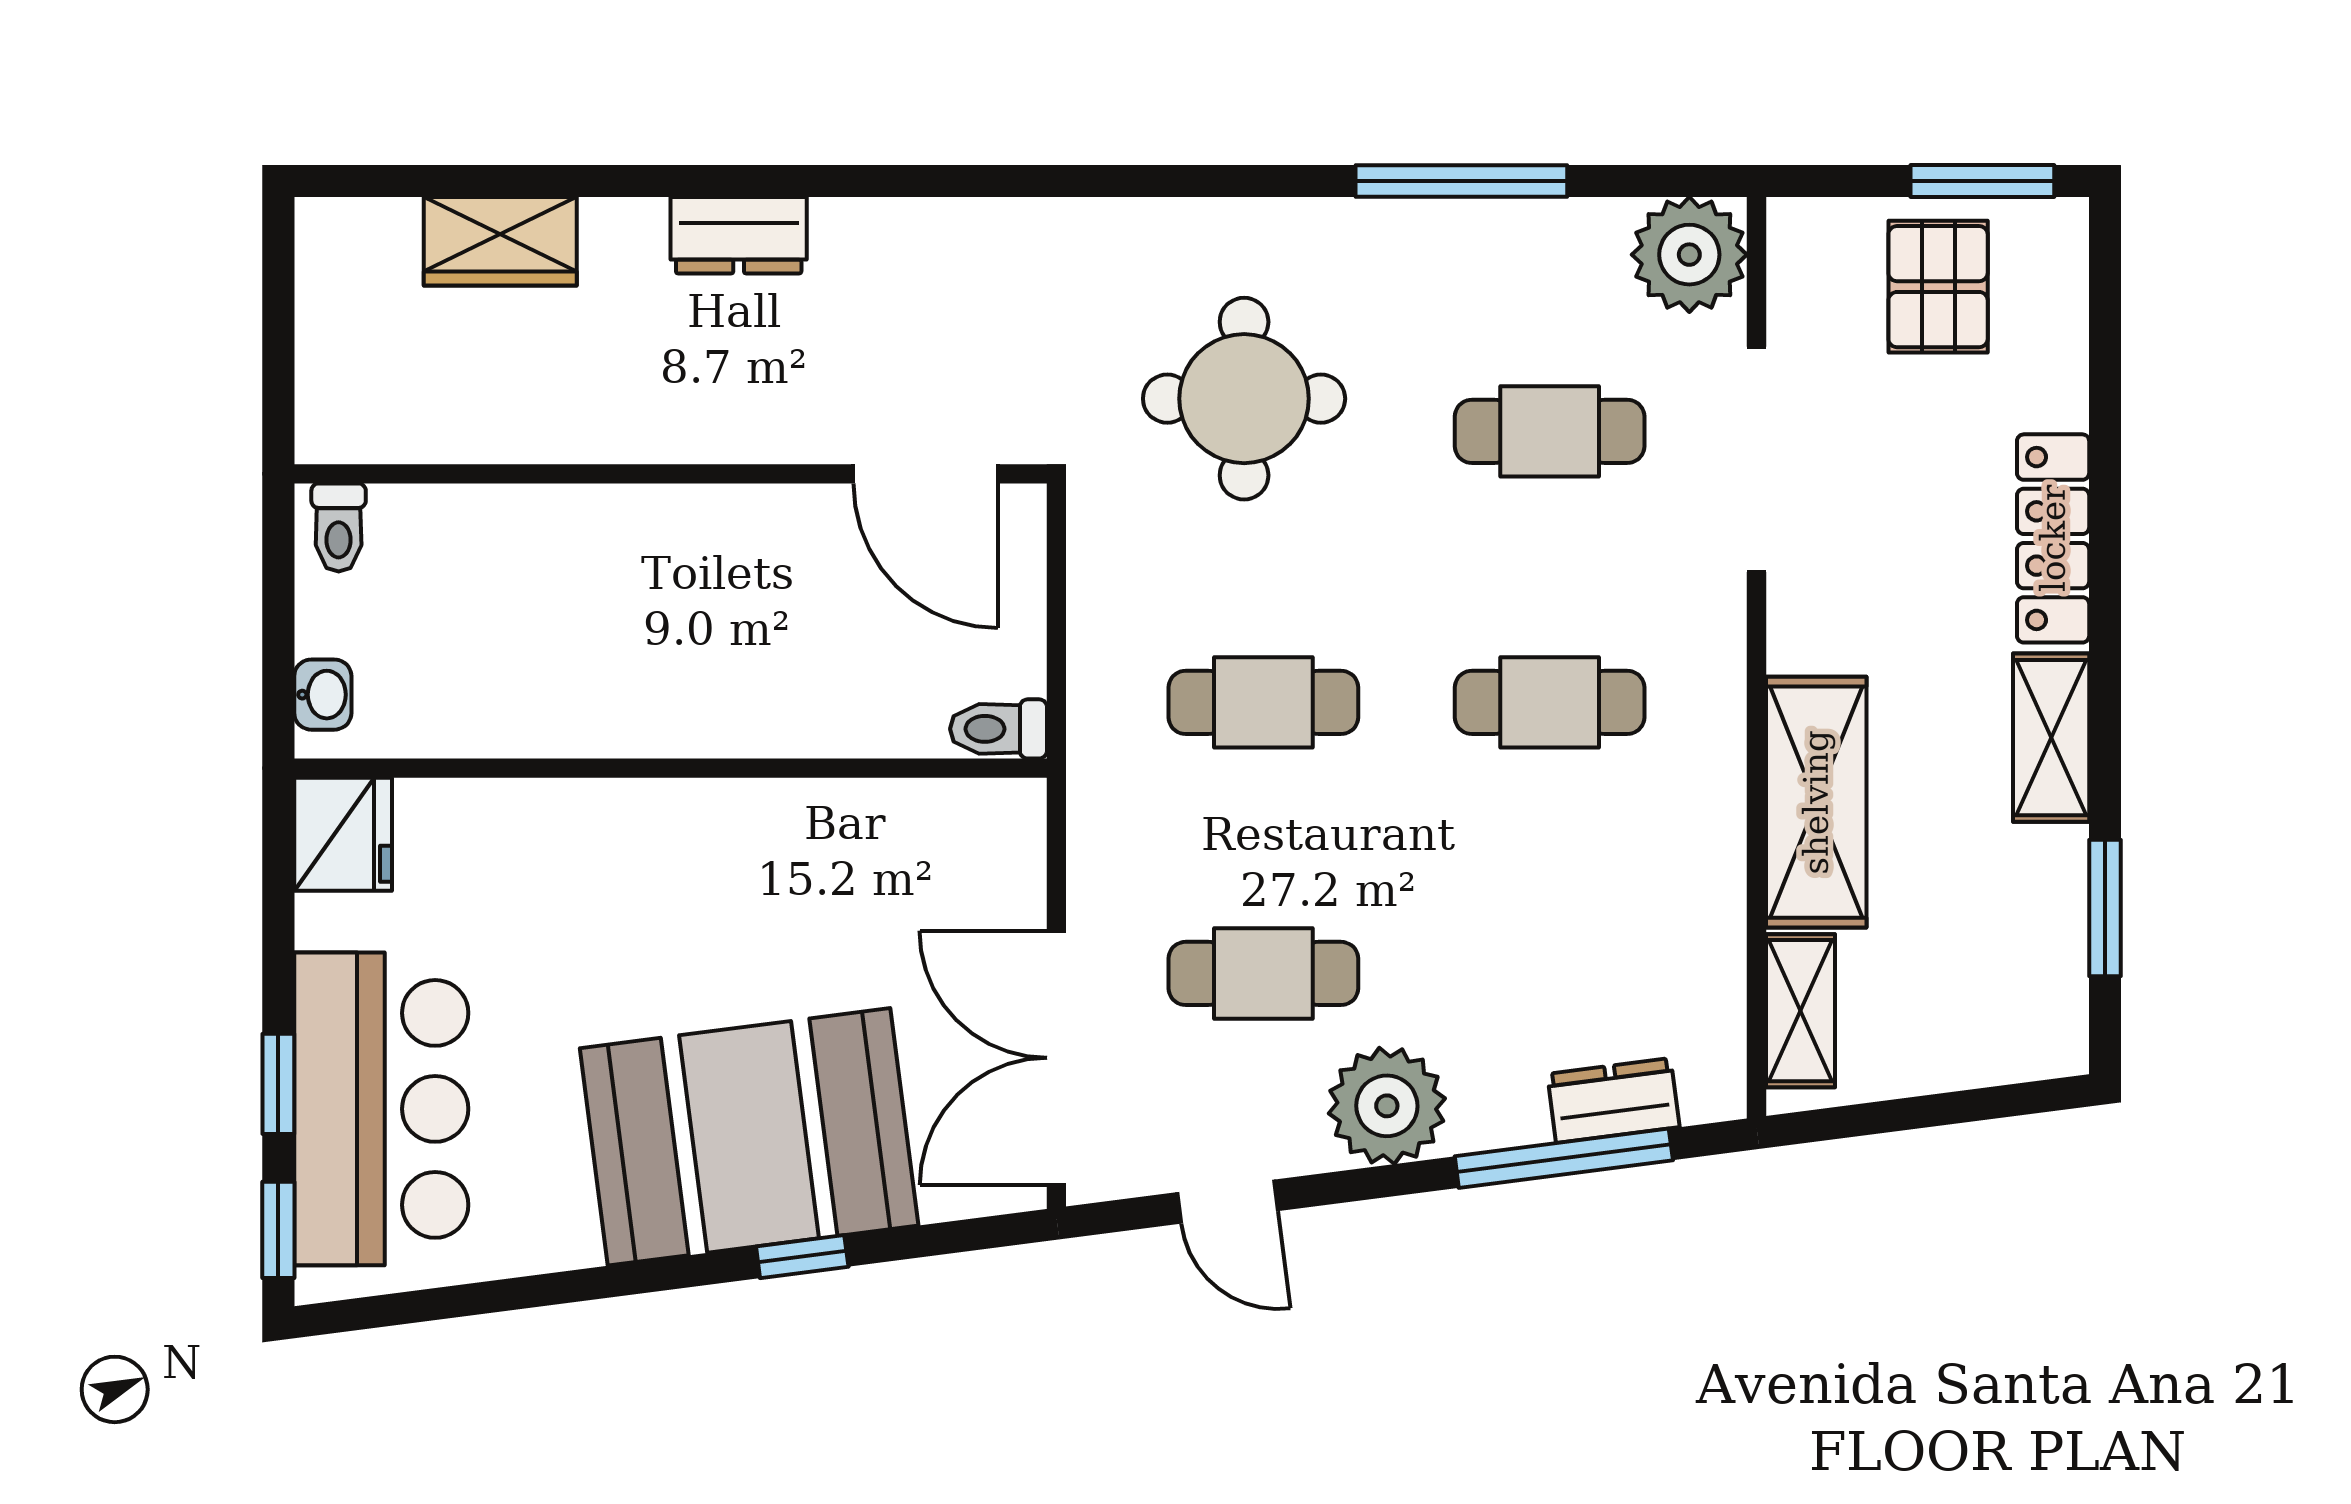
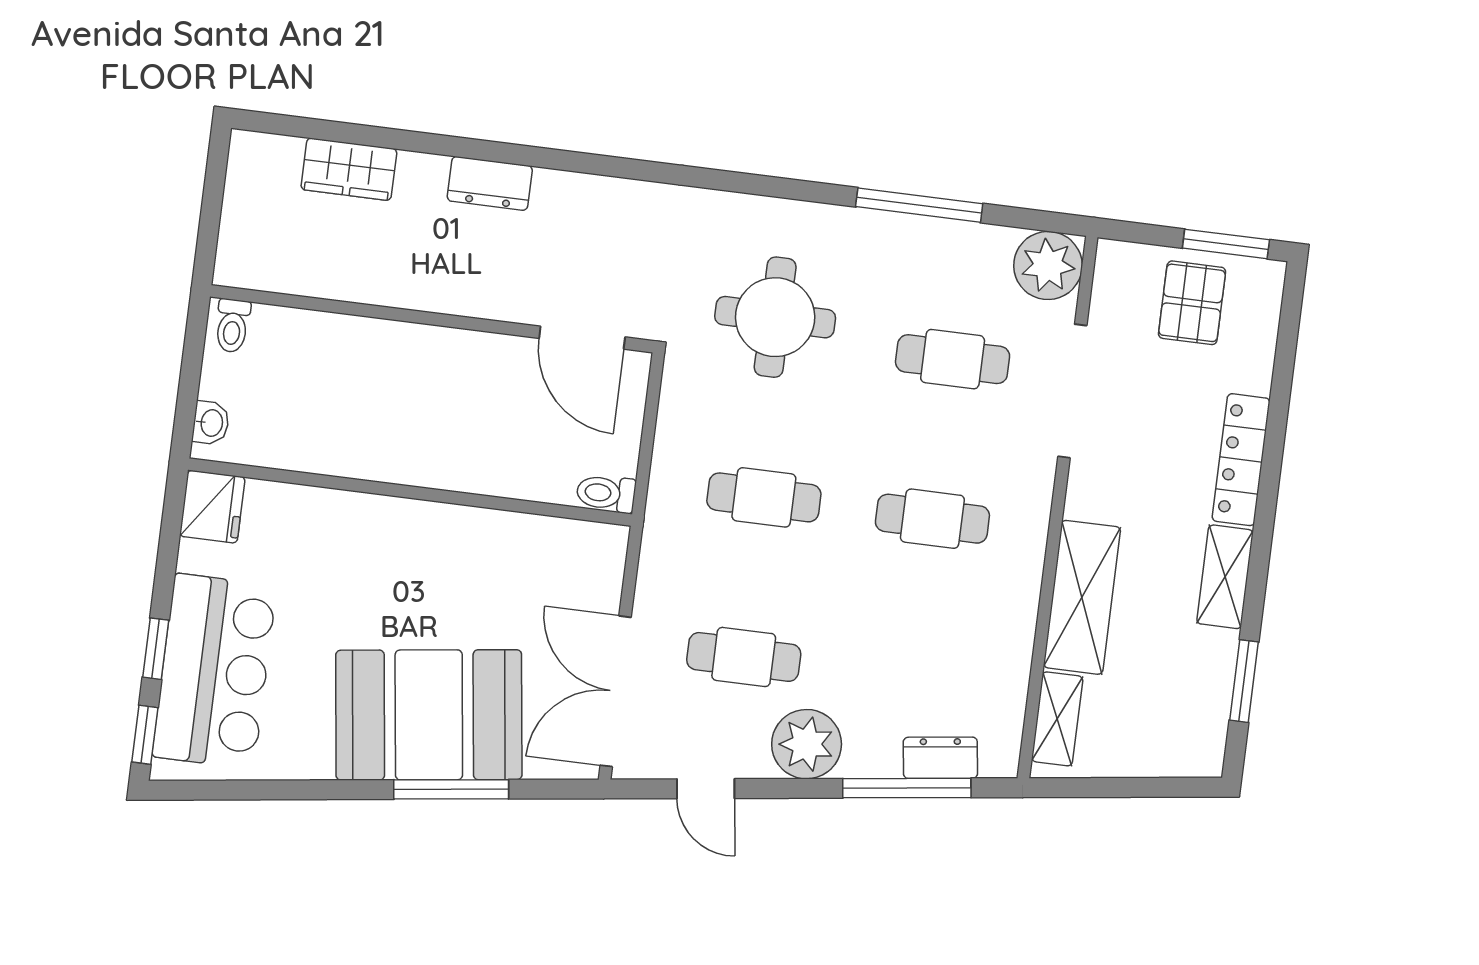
window: (802, 1257) -> (451, 789), width x2.17

